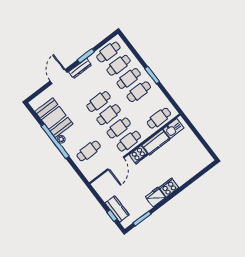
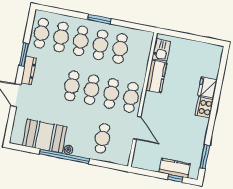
cafe table: (159, 118) -> (120, 49), moved
cooker: (139, 155) -> (151, 102), removed
fridge: (155, 197) -> (207, 88), moved

